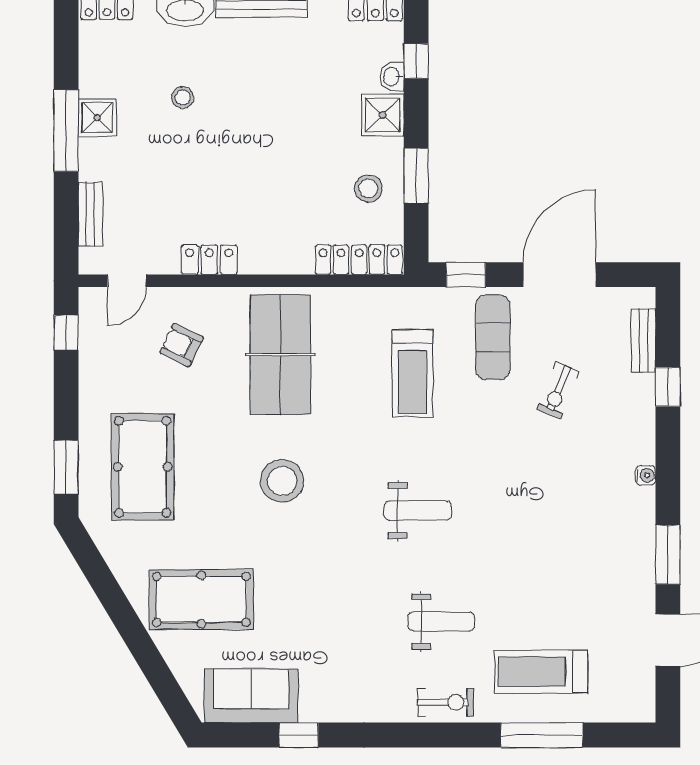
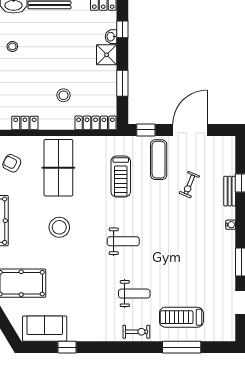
stool: (368, 188) -> (63, 95), moved
bench: (643, 341) -> (230, 191), moved

